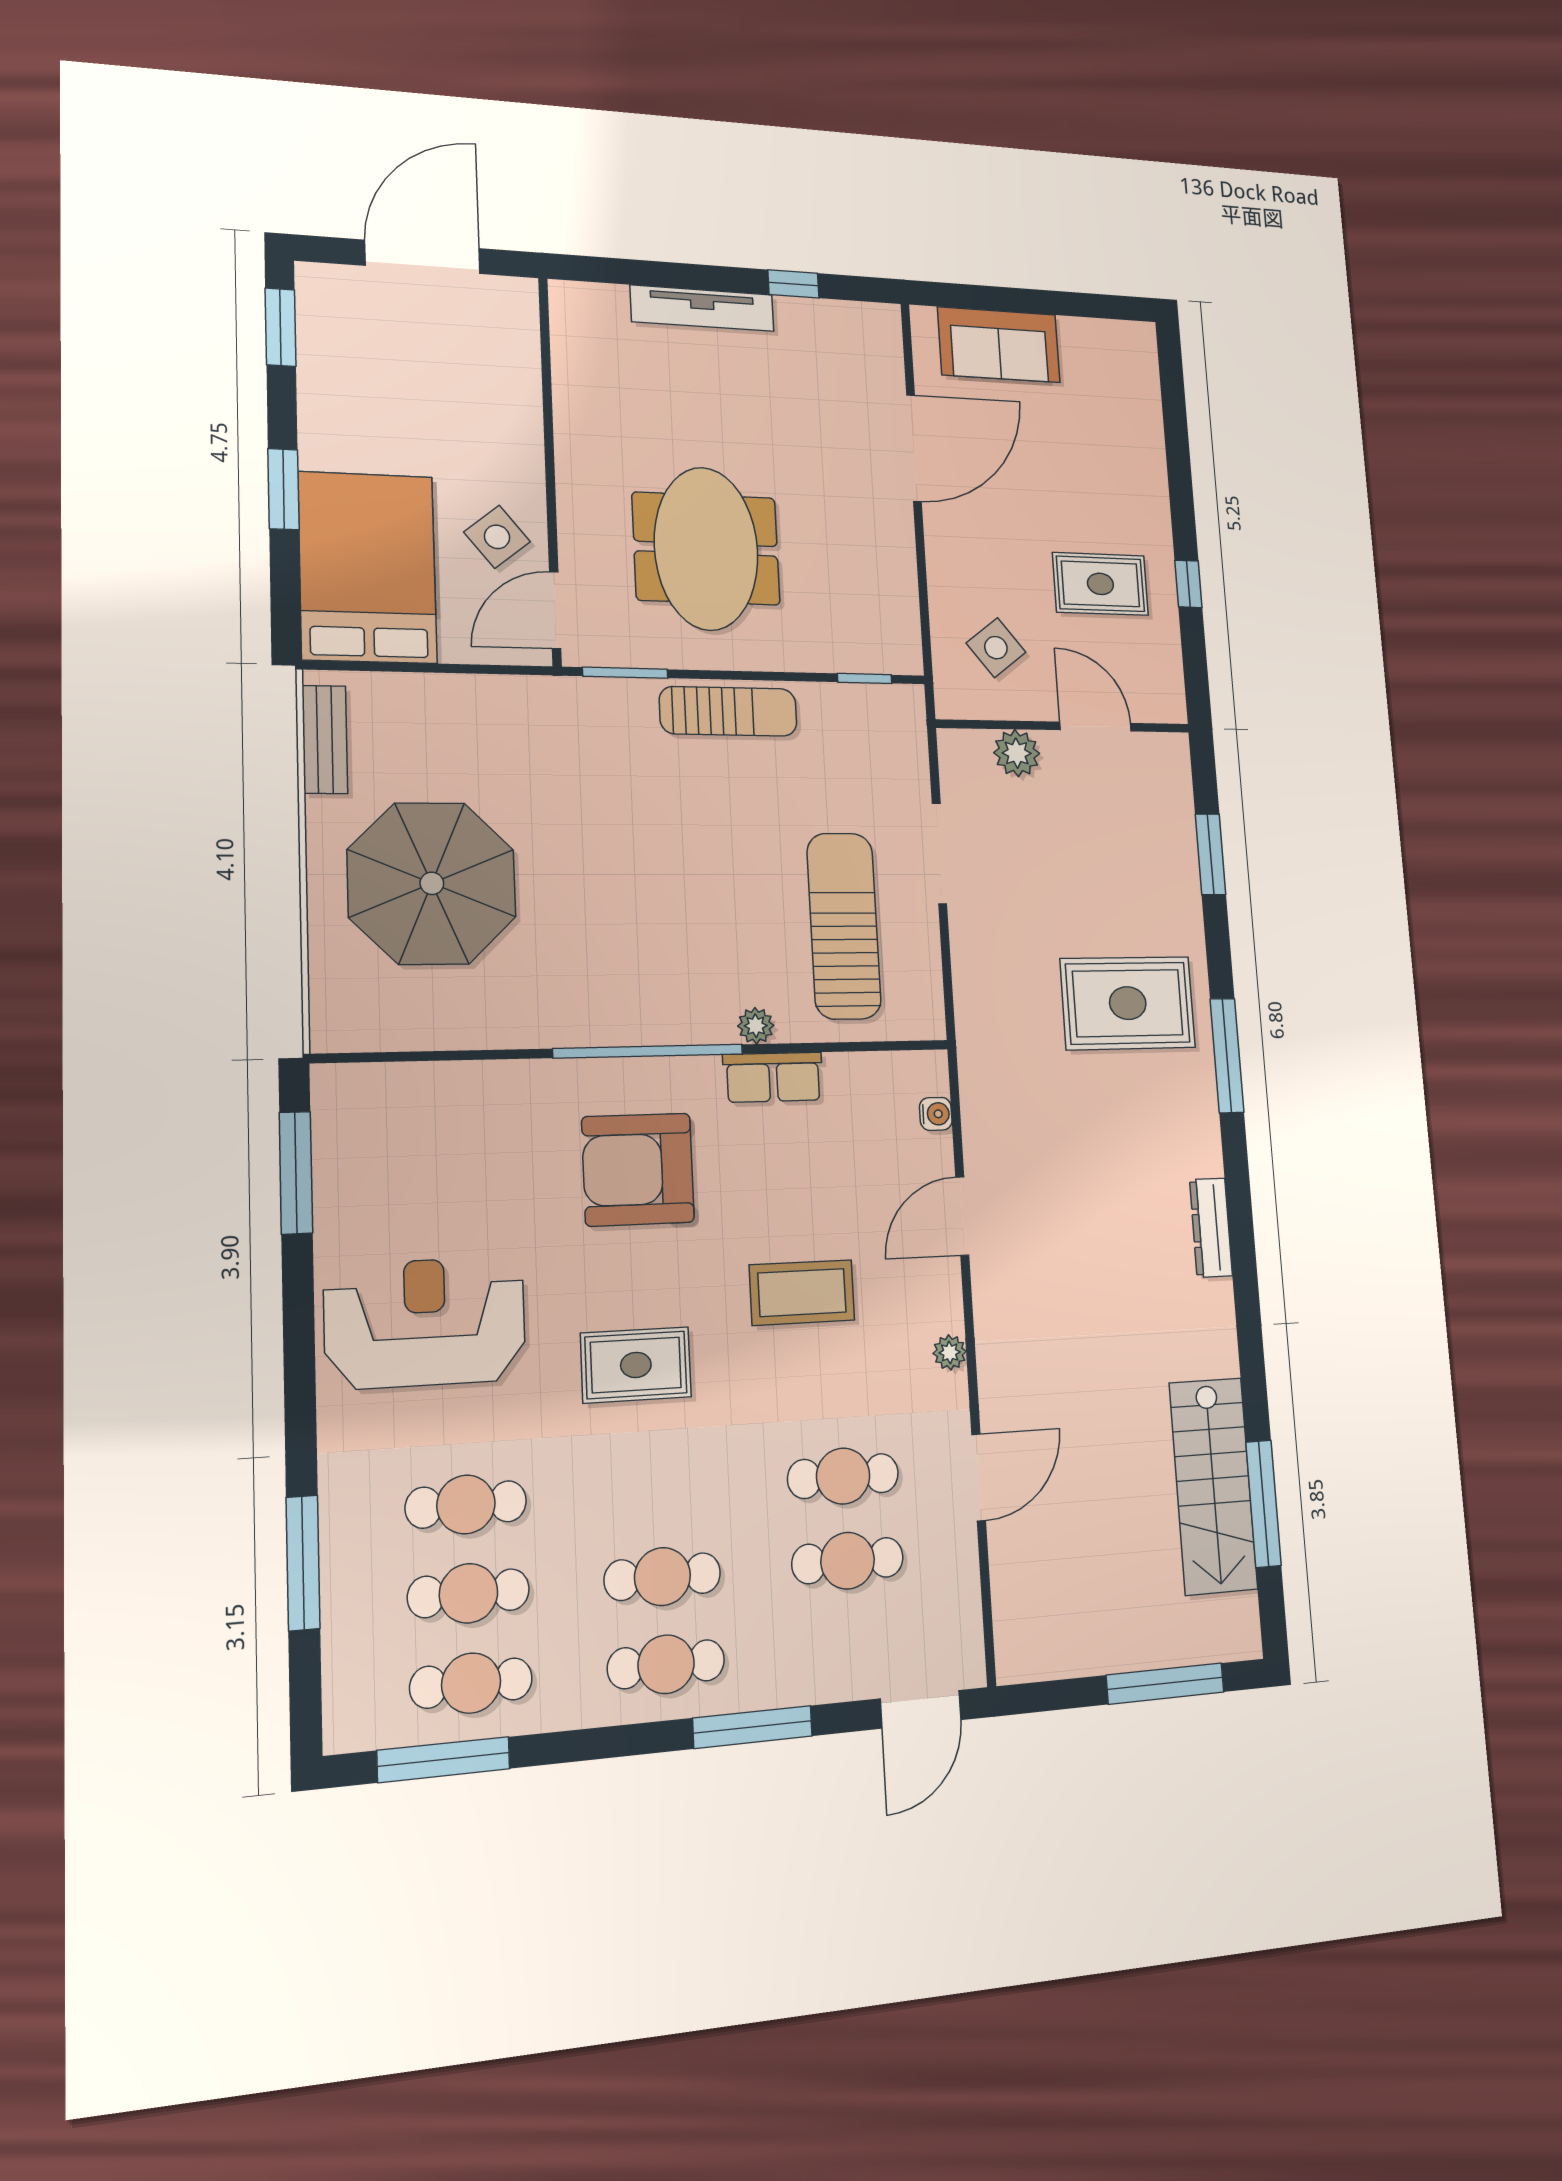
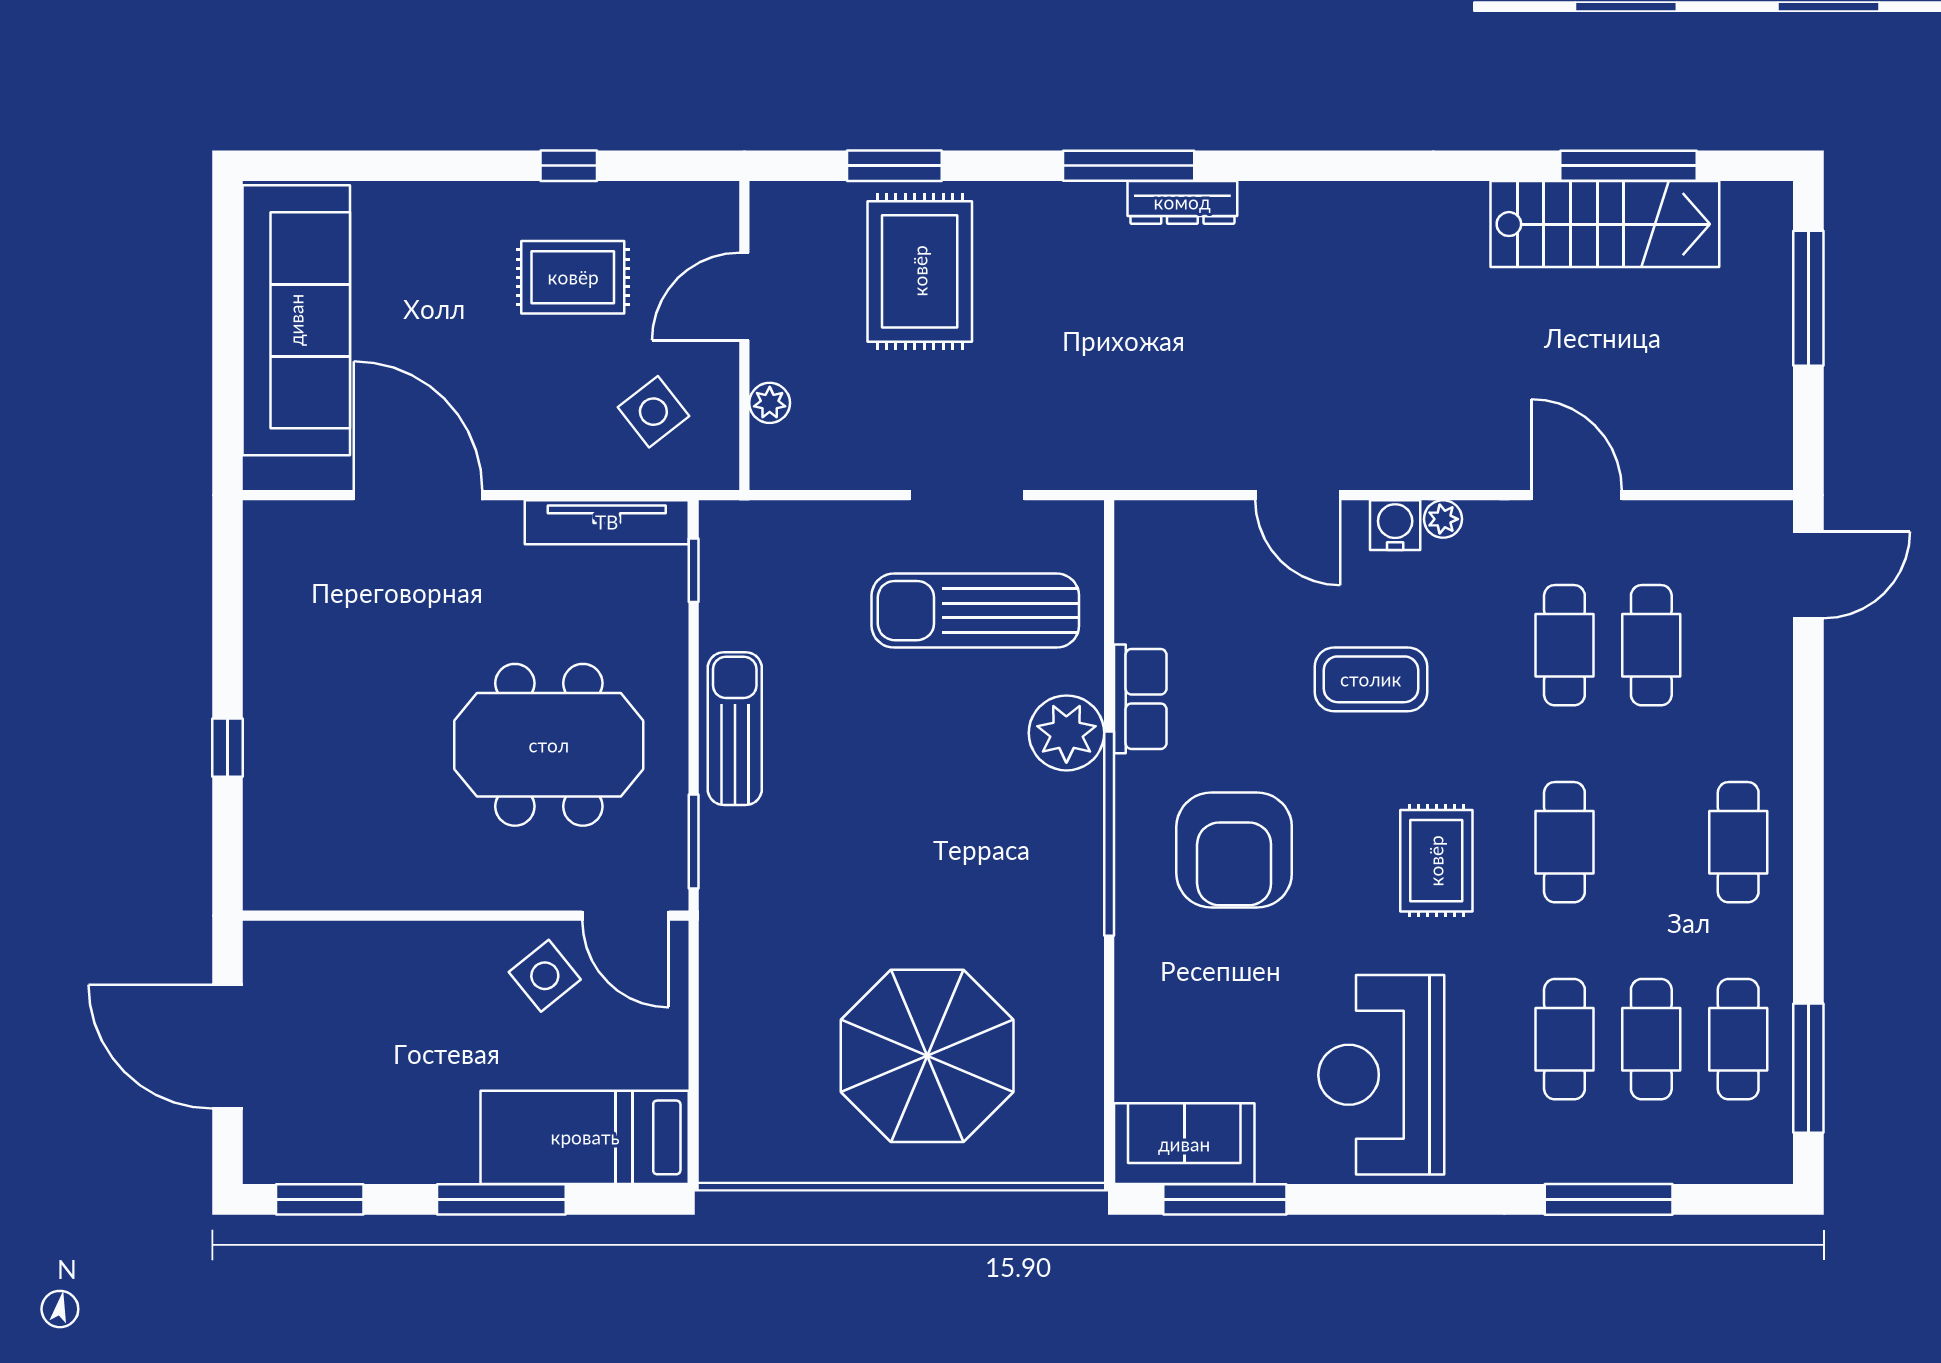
window: (793, 284) -> (228, 748), moved
tv unit: (702, 308) -> (607, 522), moved, turned 90
sofa: (999, 345) -> (296, 320), width x1.85, depth x1.27
window: (283, 489) -> (501, 1199), width x1.44
bed: (368, 568) -> (585, 1137), width x0.67
rug: (1100, 584) -> (573, 277), turned 90
bench: (325, 739) -> (774, 1162), removed
plant: (1017, 753) -> (770, 403), width x0.73, depth x0.73
doorway: (939, 854) -> (967, 495), moved
rug: (1128, 1003) -> (920, 271), moved
plant: (756, 1026) -> (1066, 733), width x1.88, depth x1.88
water cooler: (936, 1114) -> (1395, 525), moved, width x1.38, depth x1.38
sofa: (351, 1131) -> (1184, 1144), added
dresser: (1211, 1228) -> (1182, 202), moved
coffee table: (802, 1293) -> (1371, 679), turned 90
cafe table: (662, 1577) -> (1564, 842), moved
door: (921, 1709) -> (1808, 575), hinge flipped
window: (753, 1727) -> (1808, 755), removed

